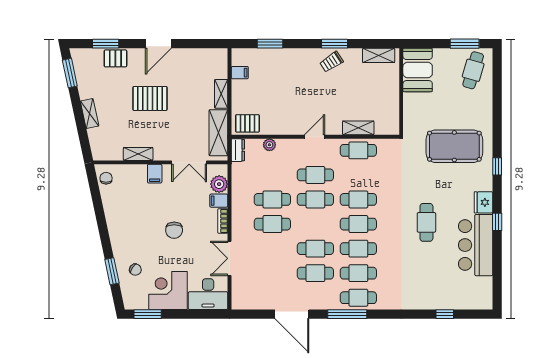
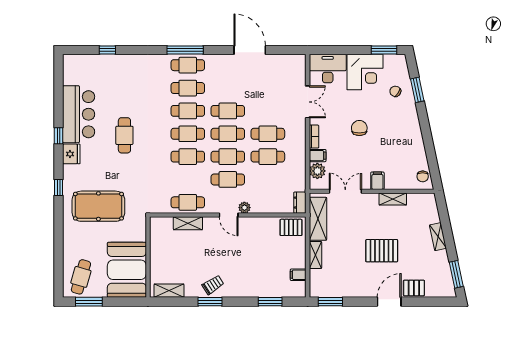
window: (106, 44) -> (330, 302), moved
door: (158, 44) -> (389, 302), moved
booth: (418, 70) -> (127, 270), width x1.36, depth x1.42
door: (315, 137) -> (229, 215), hinge flipped
plant: (269, 145) -> (244, 208), moved
cafe table: (315, 273) -> (228, 134), moved
window: (347, 314) -> (185, 50), moved

